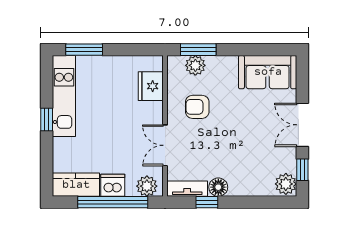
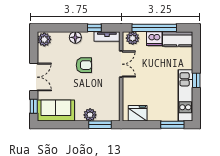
plant: (195, 65) -> (90, 115), moved
fridge: (151, 86) -> (138, 113), moved, turned -90
armchair: (197, 107) -> (84, 65), moved
window: (302, 170) -> (34, 106), moved
floor lamp: (218, 187) -> (75, 37), moved

